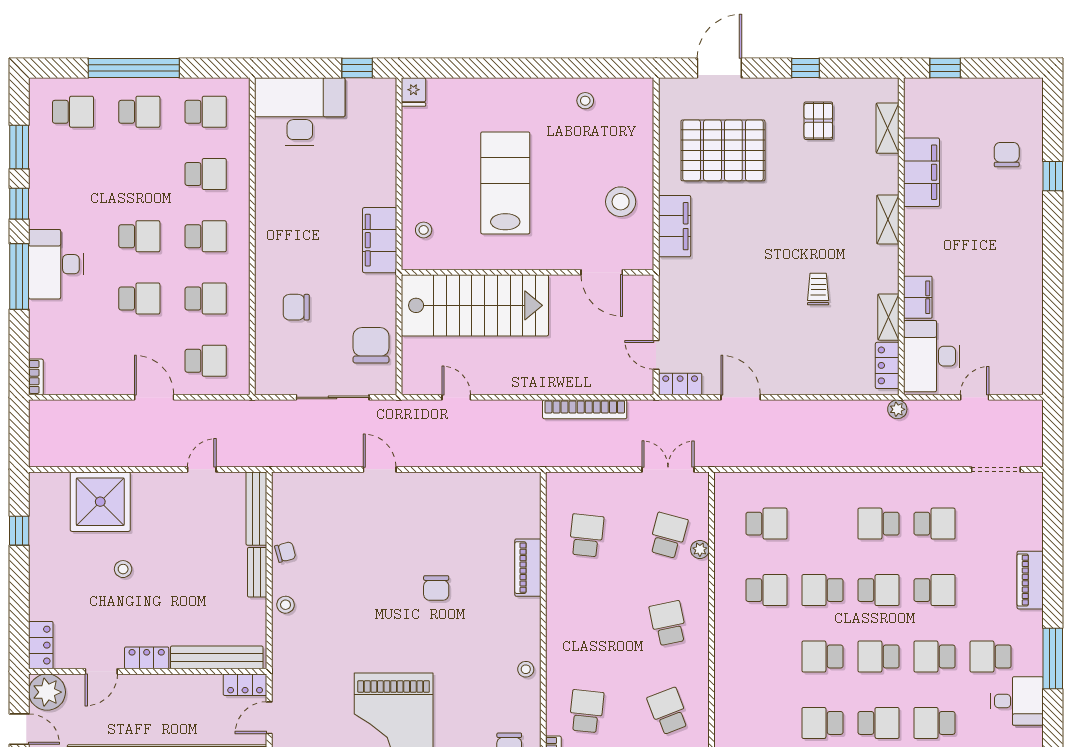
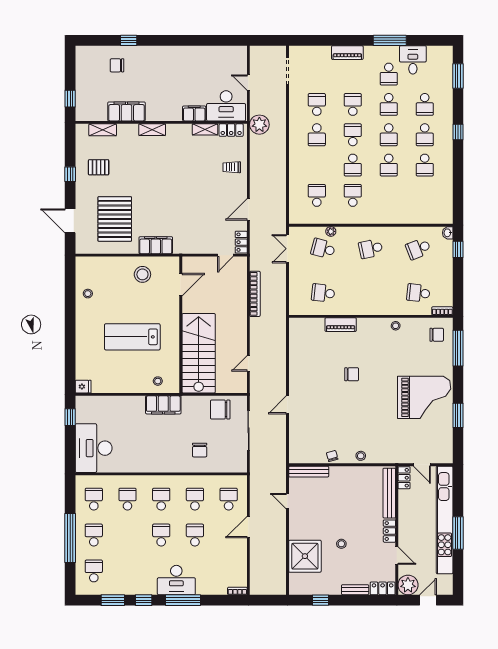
trolley: (818, 289) -> (232, 167), moved
plant: (897, 409) -> (259, 125), width x1.88, depth x1.88
bench: (257, 572) -> (355, 590), moved
school desk: (878, 723) -> (425, 135), turned 180

